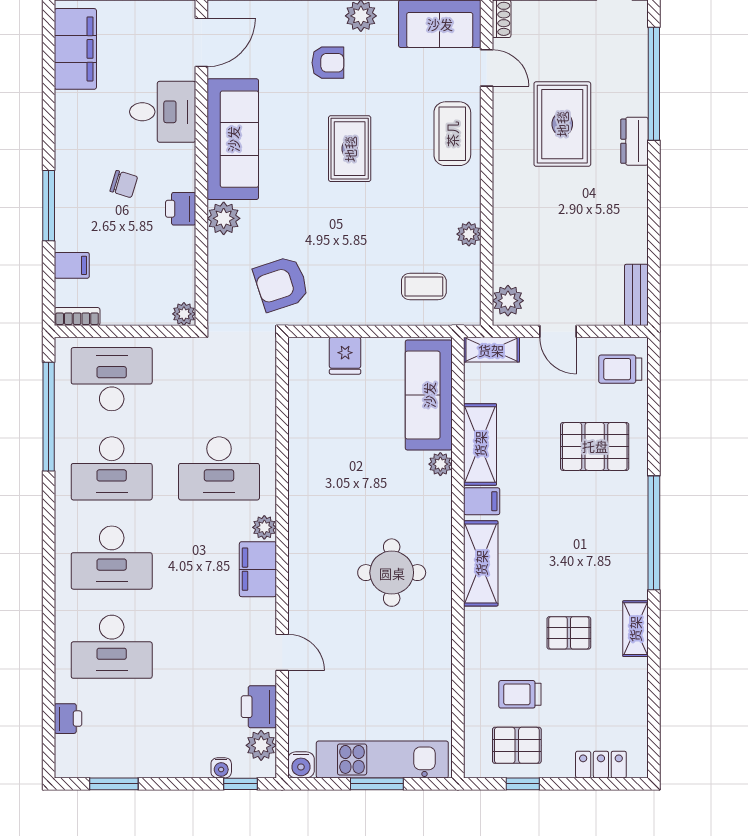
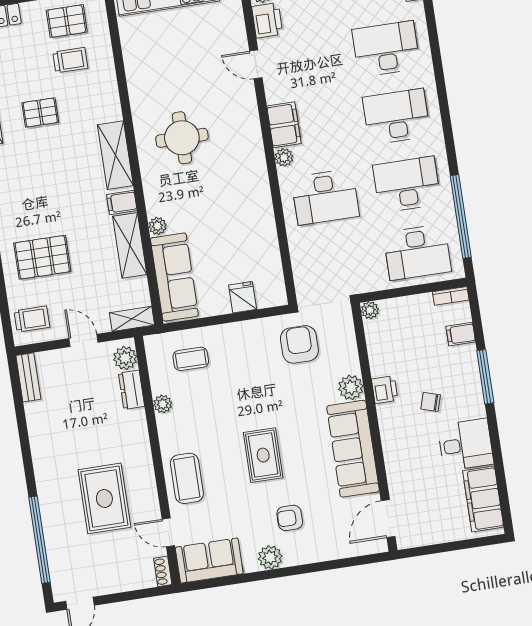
desk: (163, 112) -> (466, 445), moved, turned 180
dresser: (634, 141) -> (132, 390), moved, turned 180
armchair: (281, 284) -> (299, 344), turned -72
desk: (219, 468) -> (325, 197), turned 180

